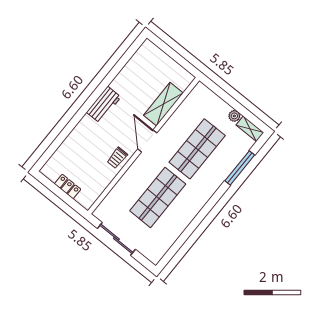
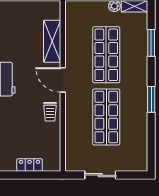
window: (240, 168) -> (151, 43), width x0.69
window: (204, 212) -> (151, 99), added
sliding door: (116, 239) -> (100, 175), width x0.73

